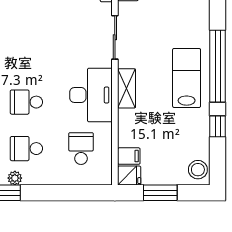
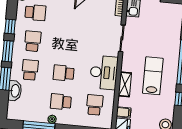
lab bench: (187, 78) -> (153, 76), moved
shelving: (127, 88) -> (125, 84), moved

